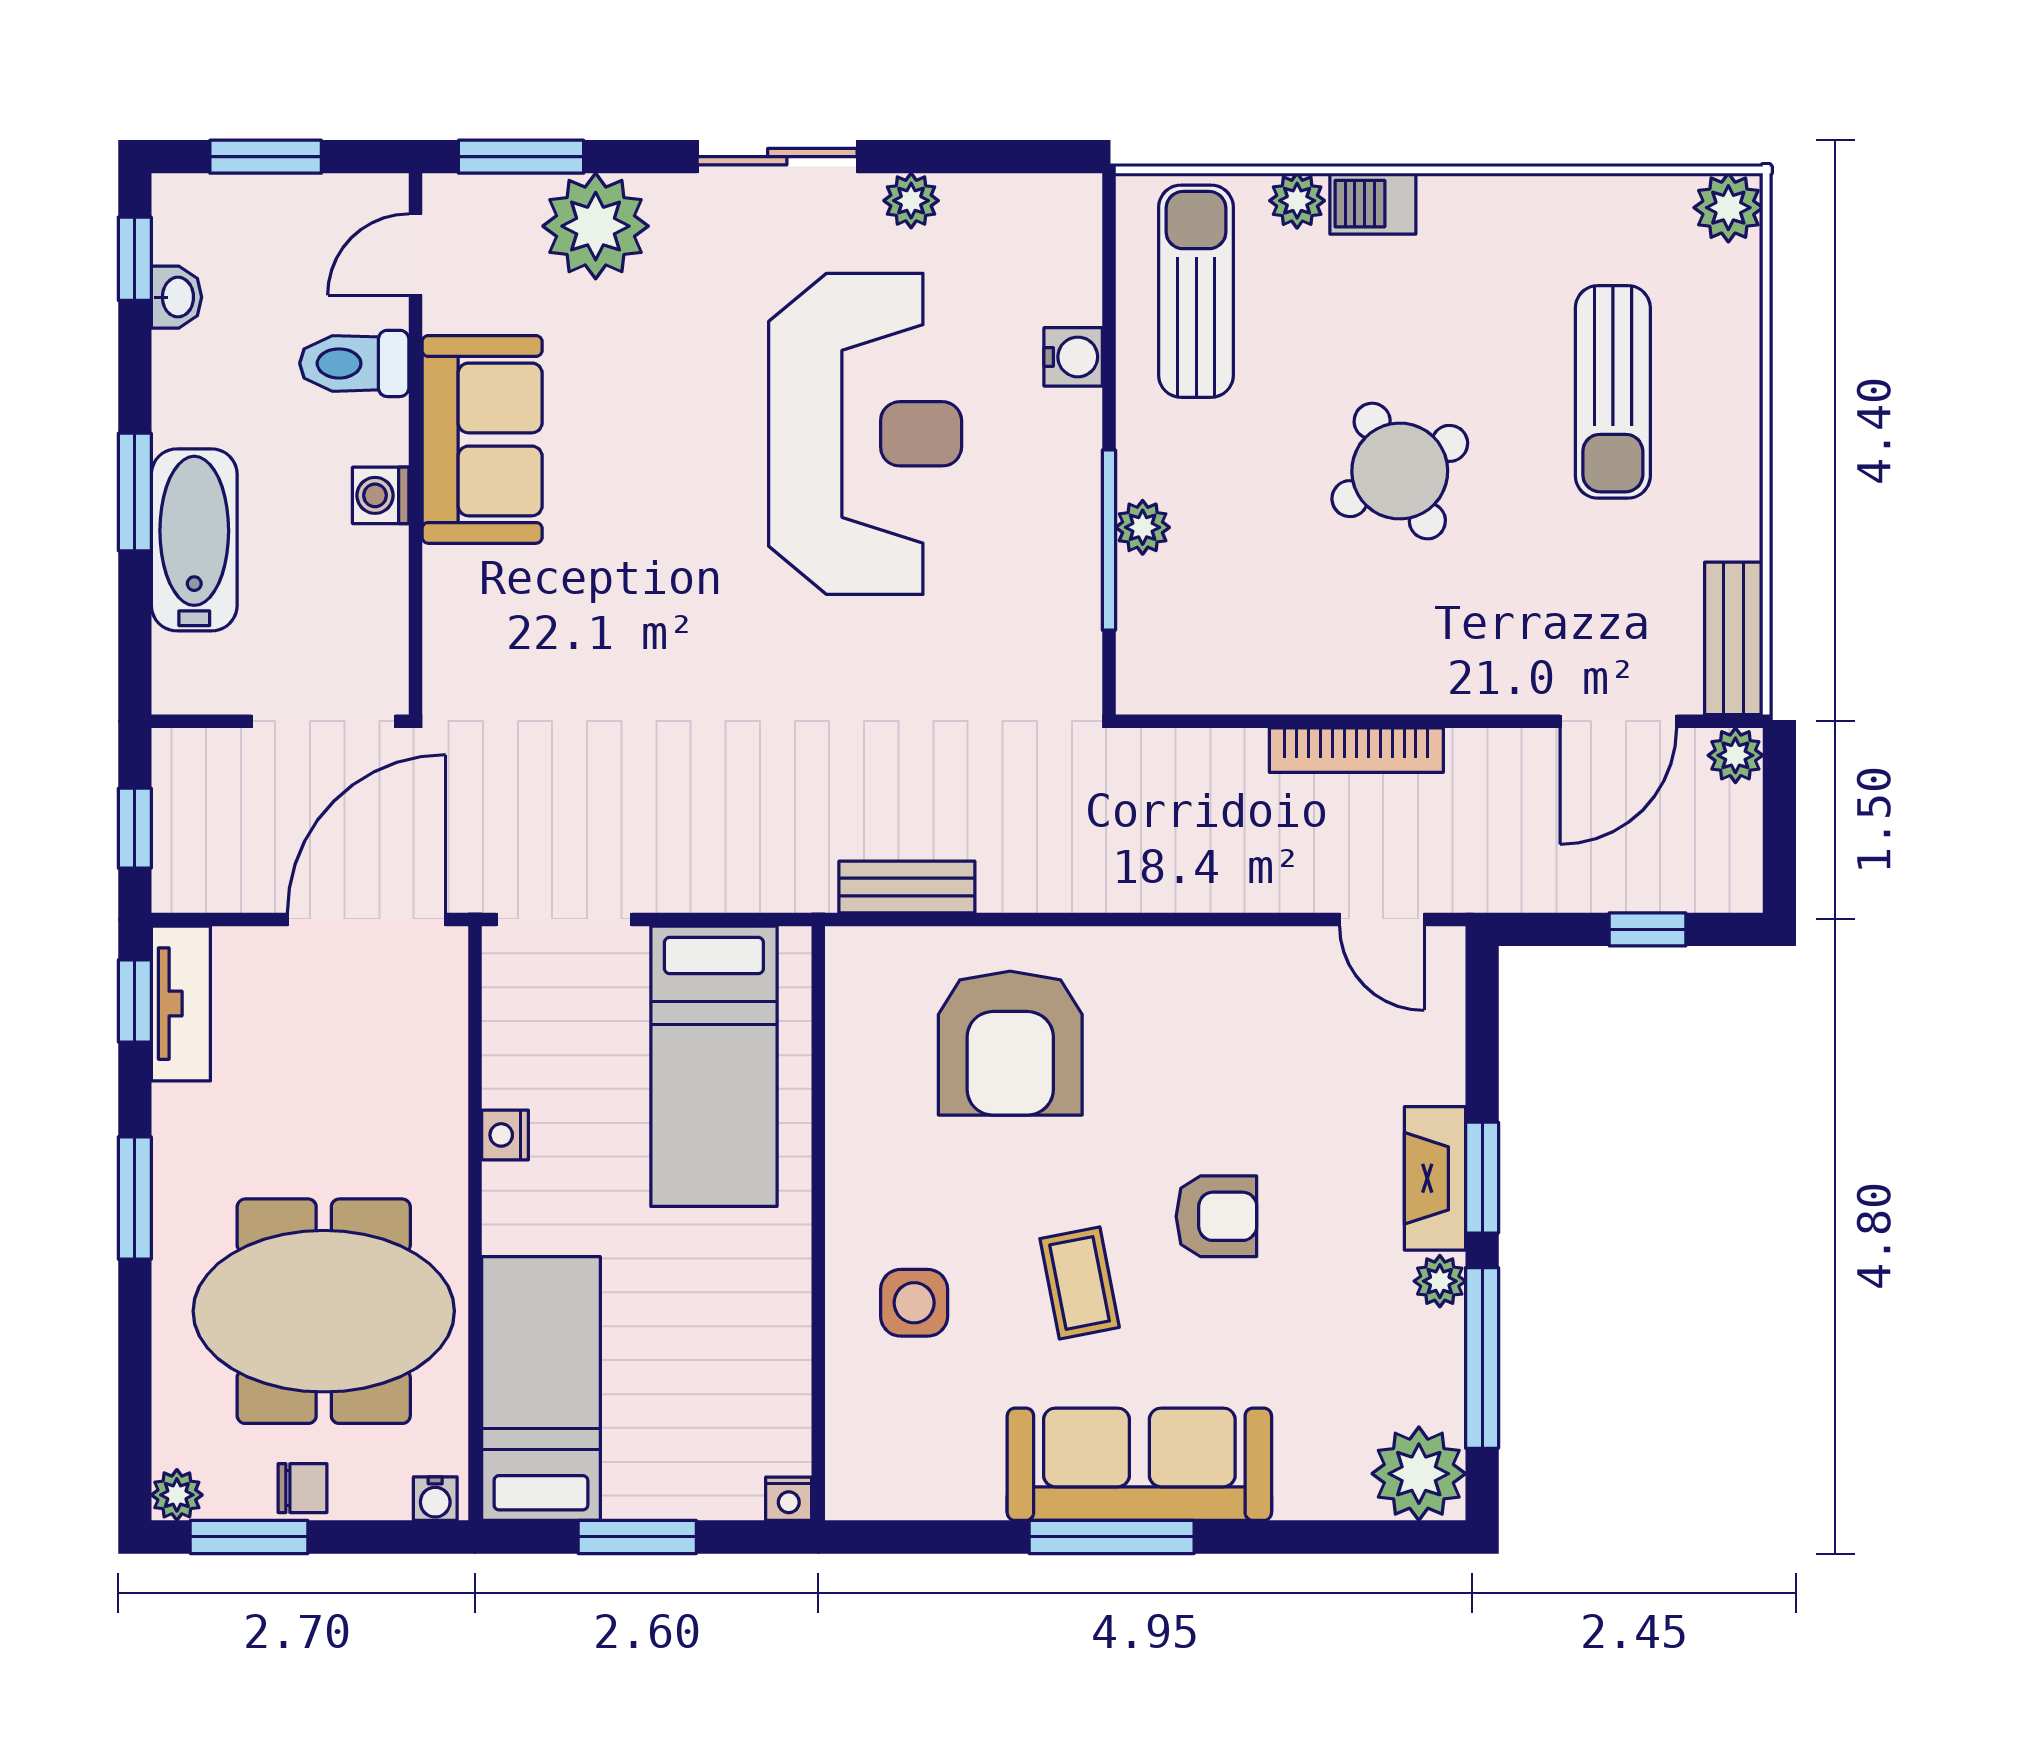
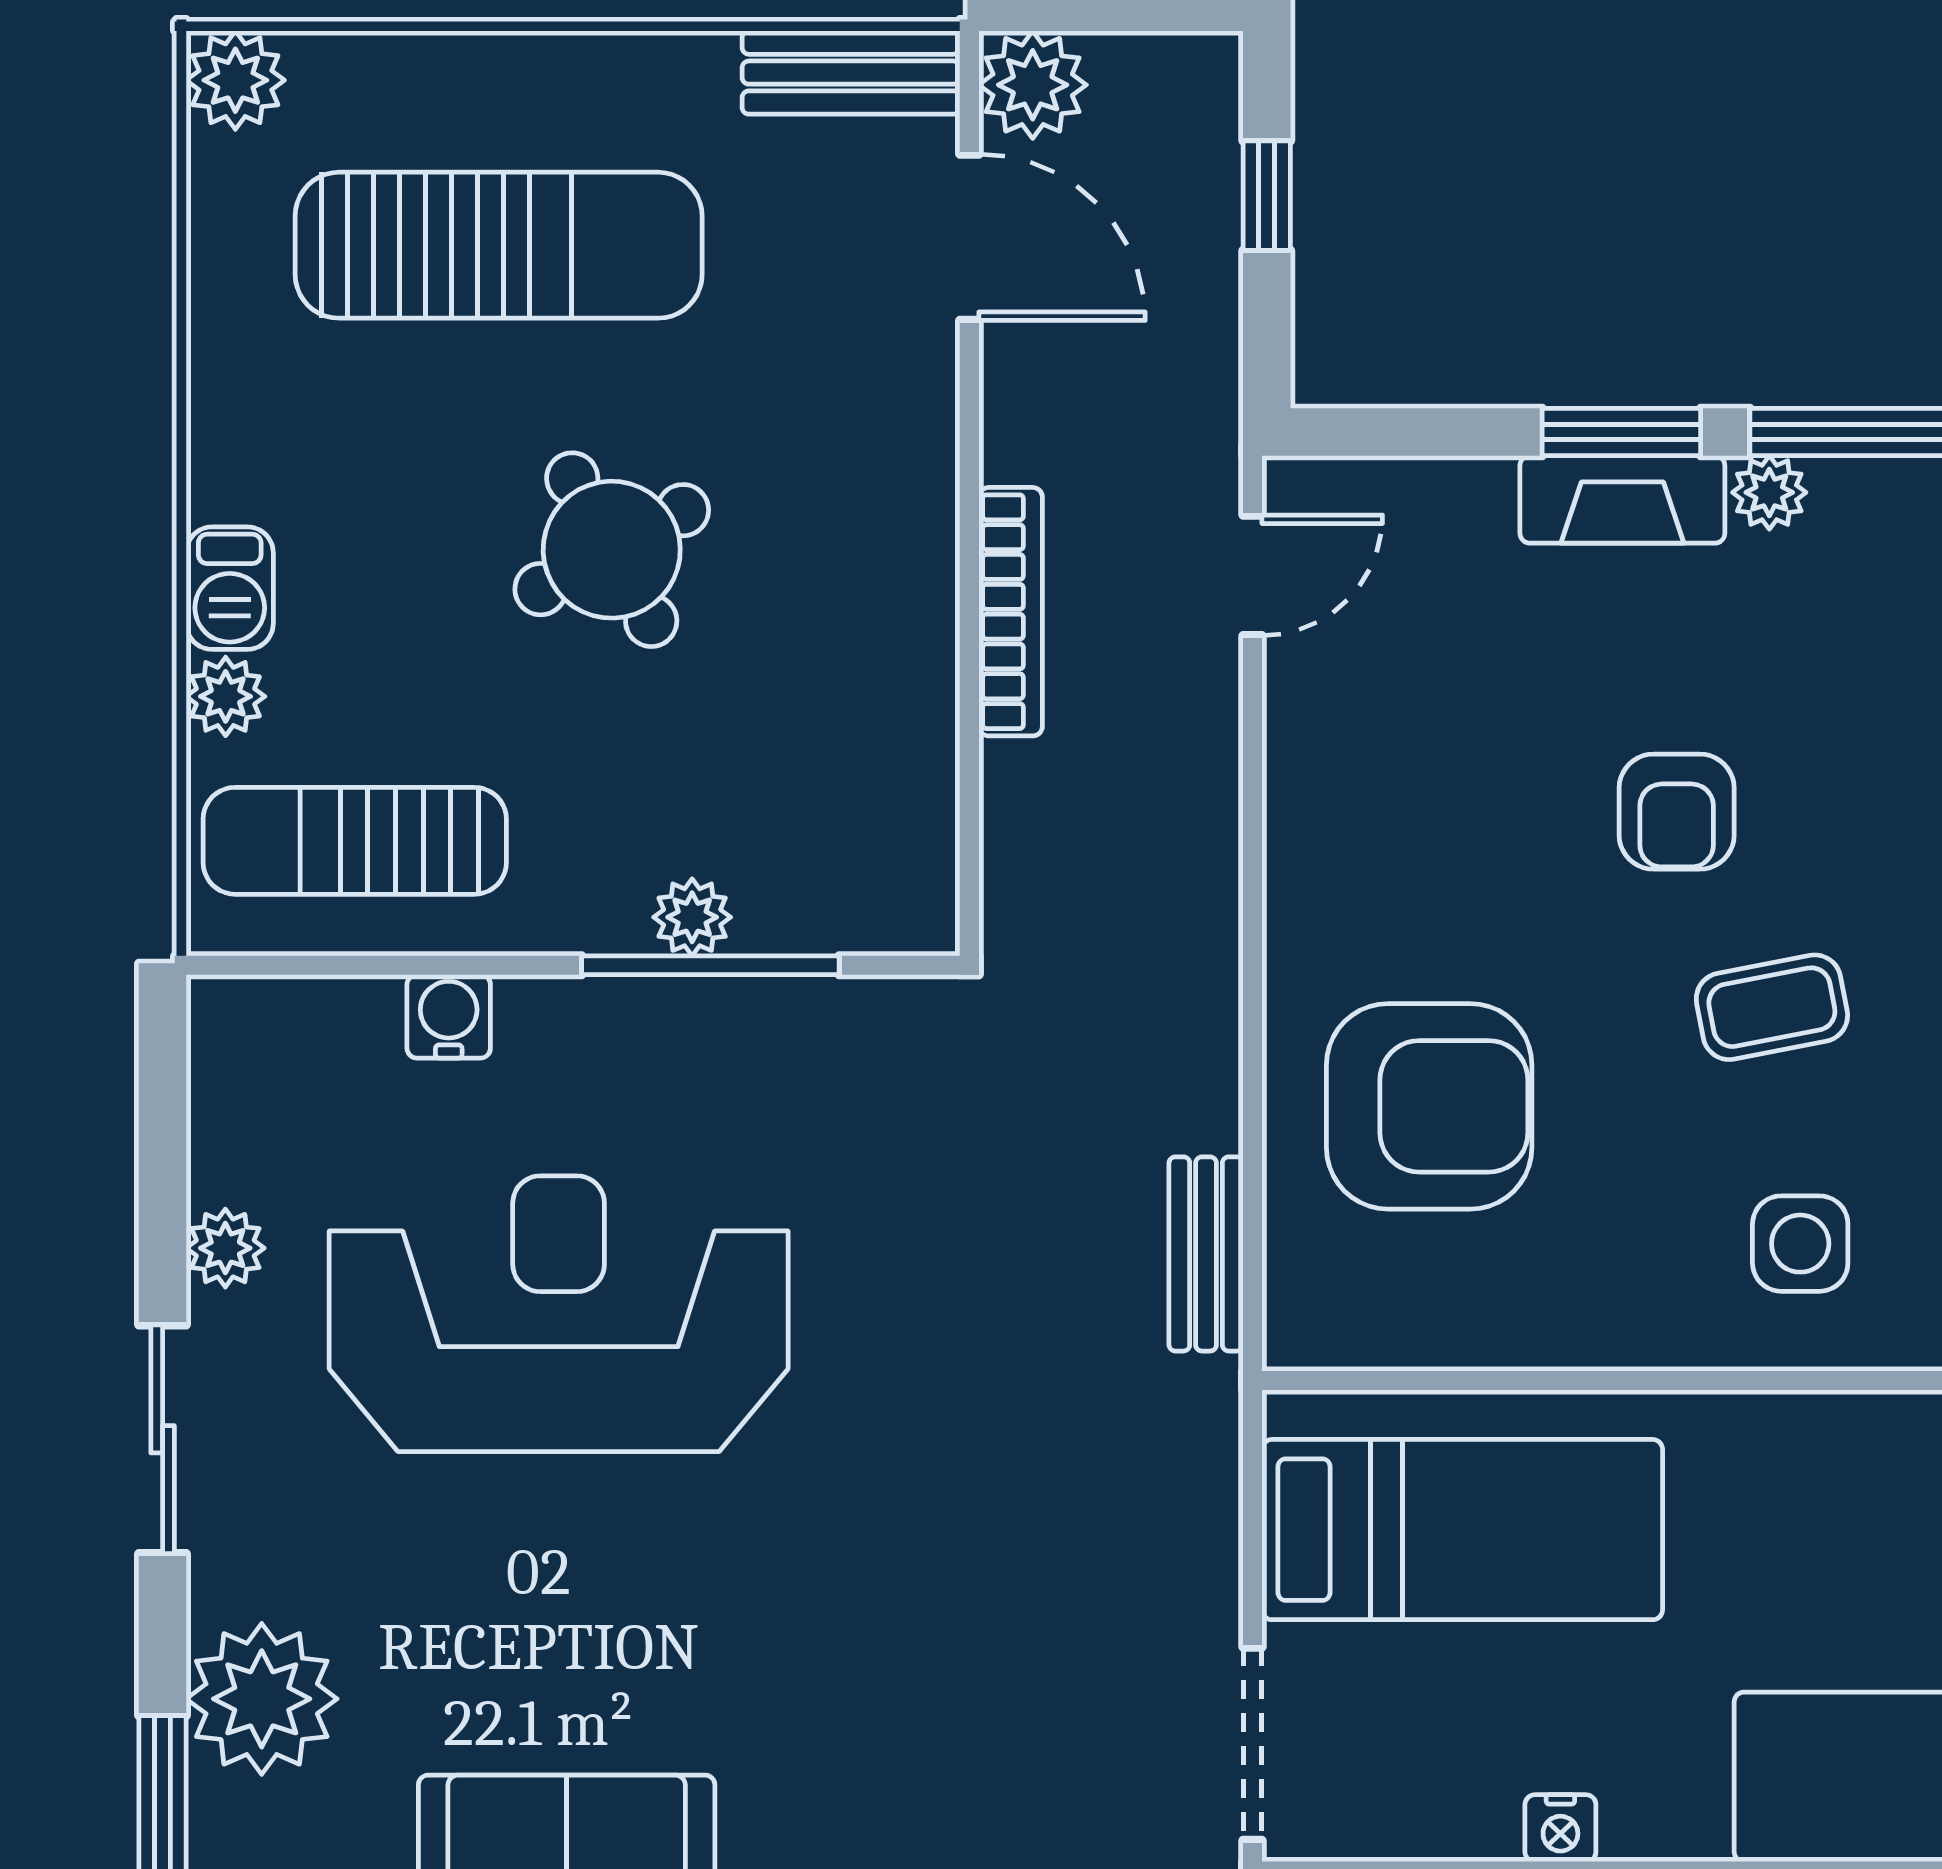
sun lounger: (1613, 392) -> (499, 245), width x1.36, depth x1.34
plant: (1735, 755) -> (1033, 85), width x1.38, depth x1.38
armchair: (1216, 1216) -> (1677, 812), turned 180

